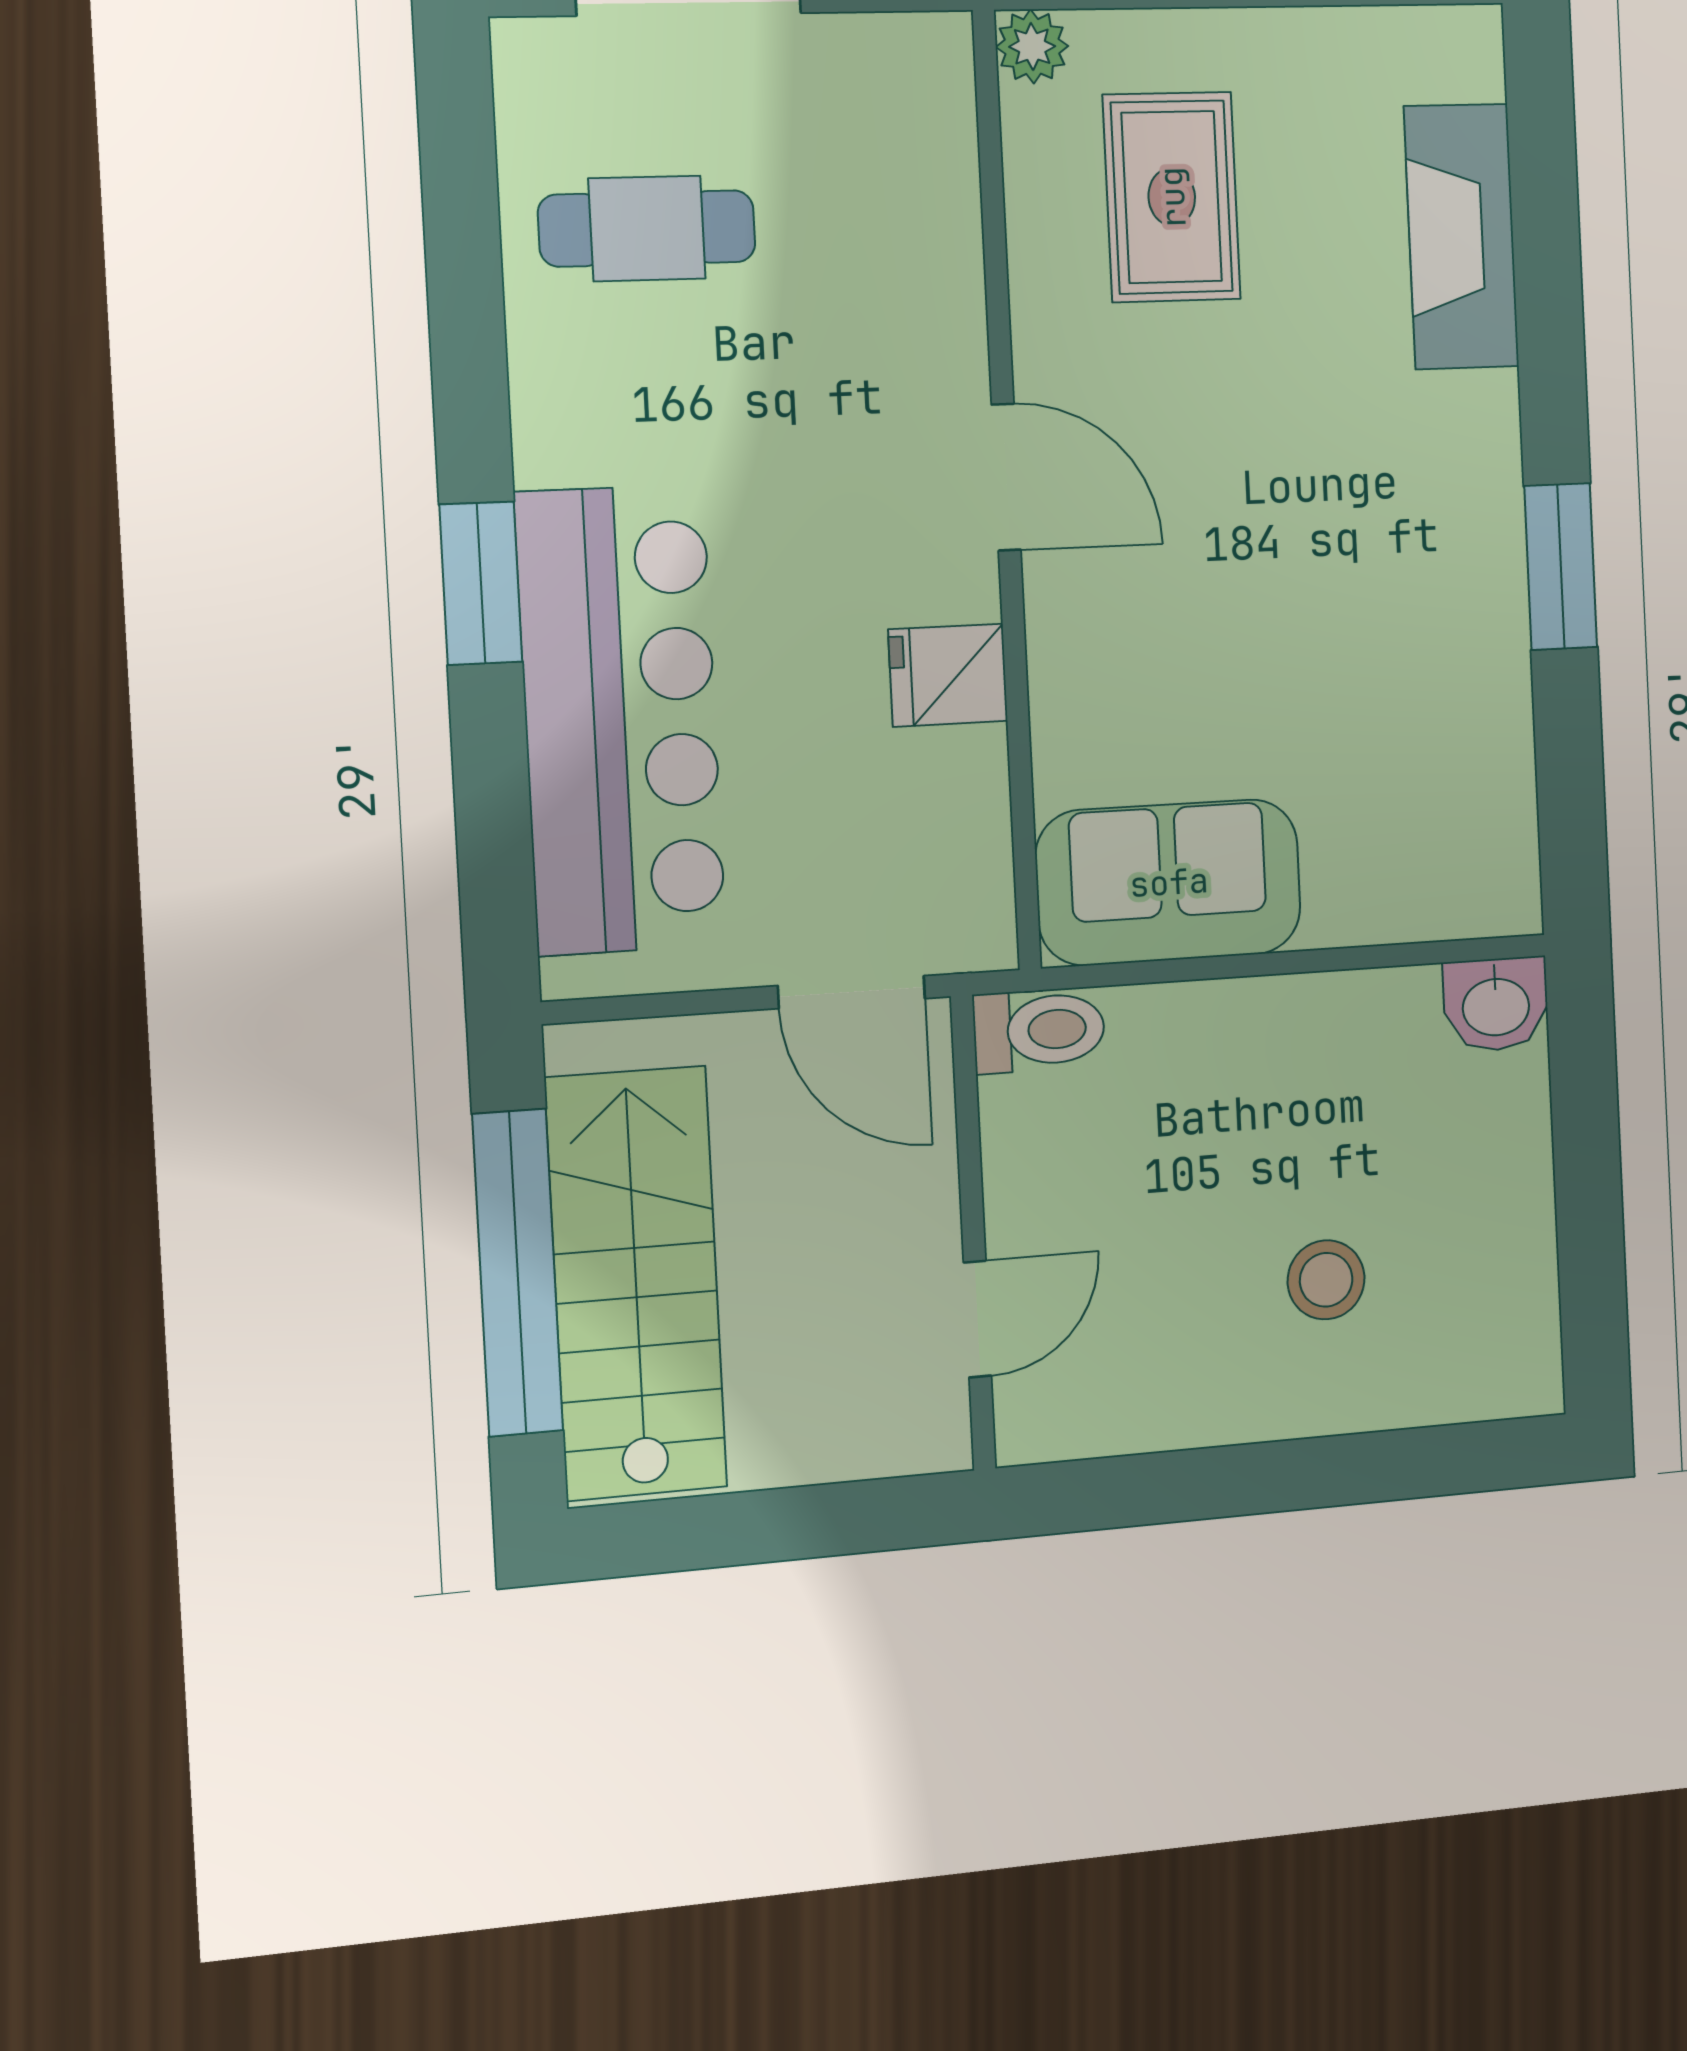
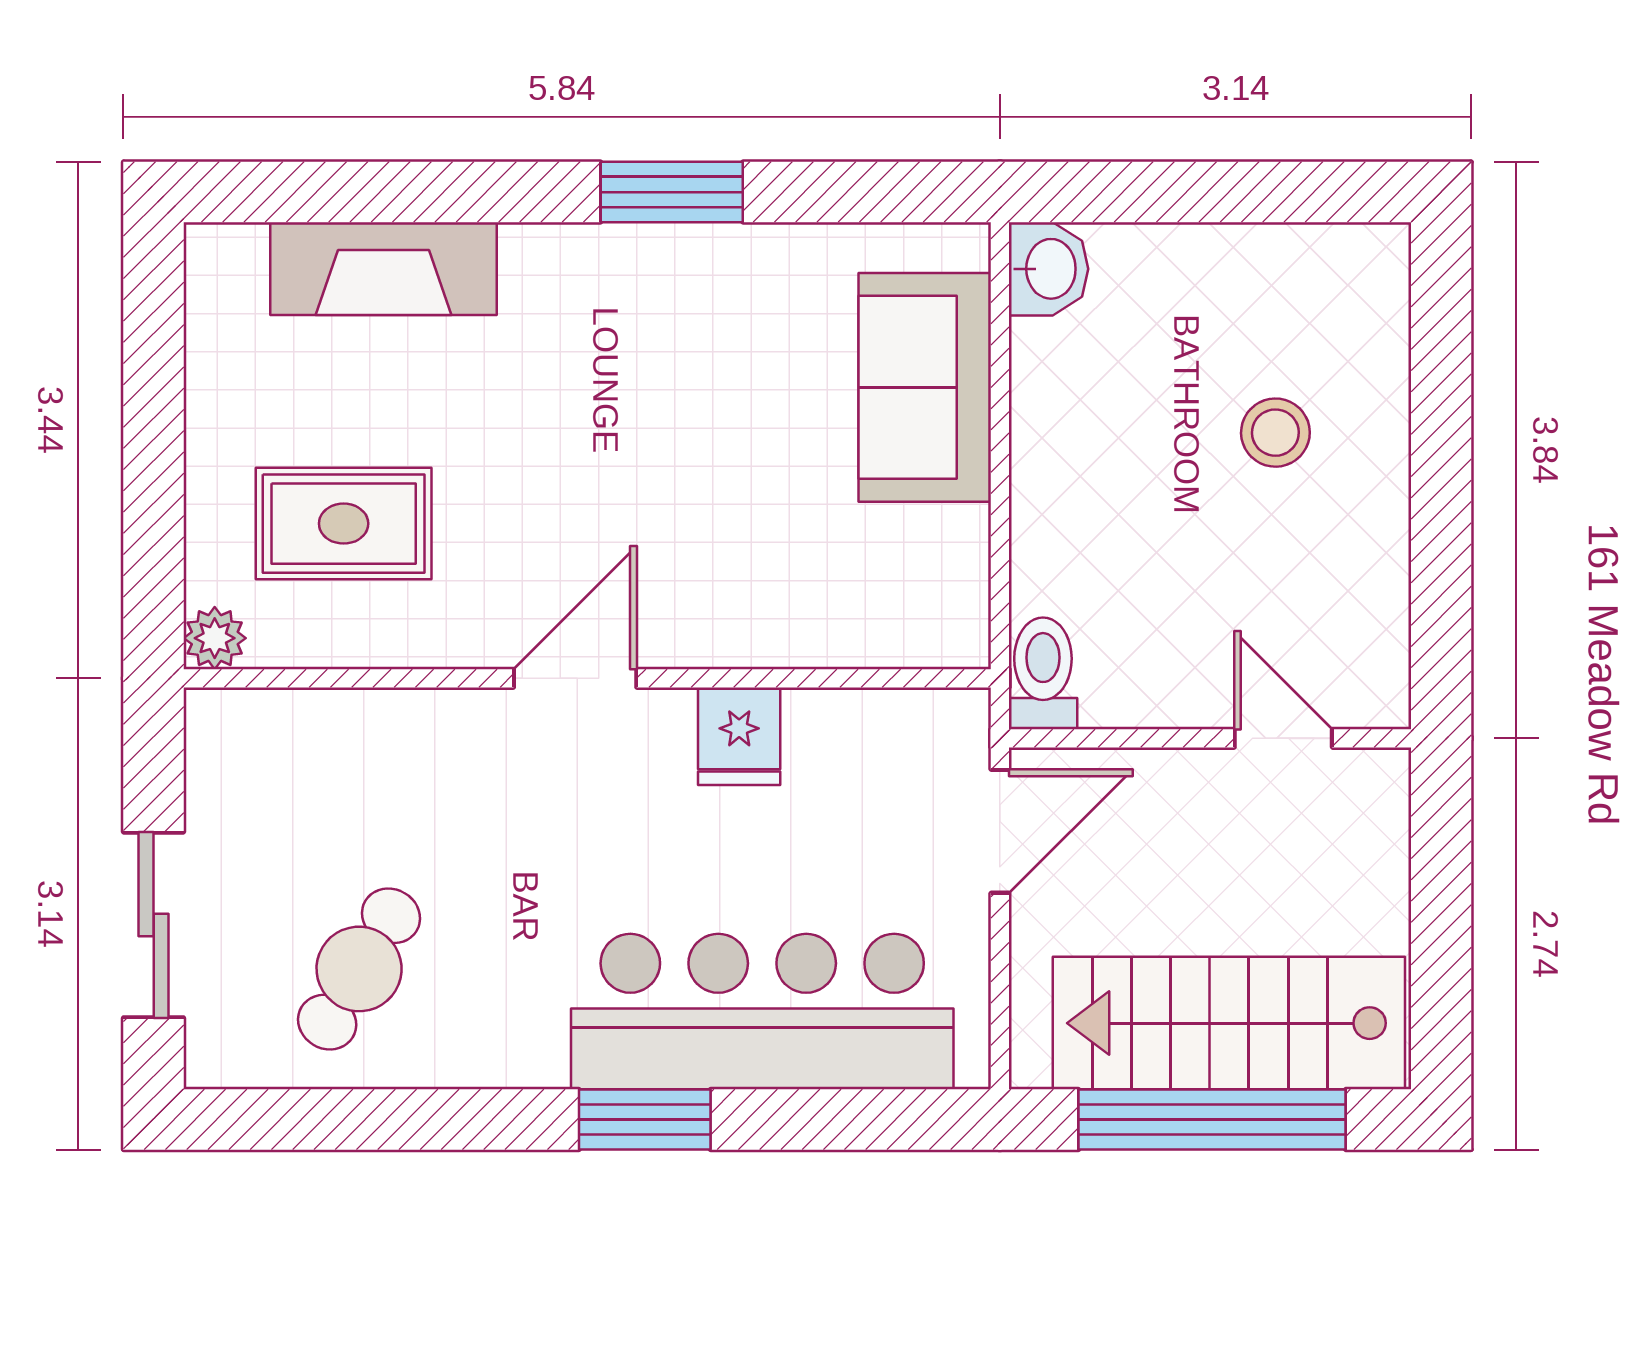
cafe table: (647, 228) -> (359, 969), turned 31
sofa: (1169, 882) -> (925, 387), moved

